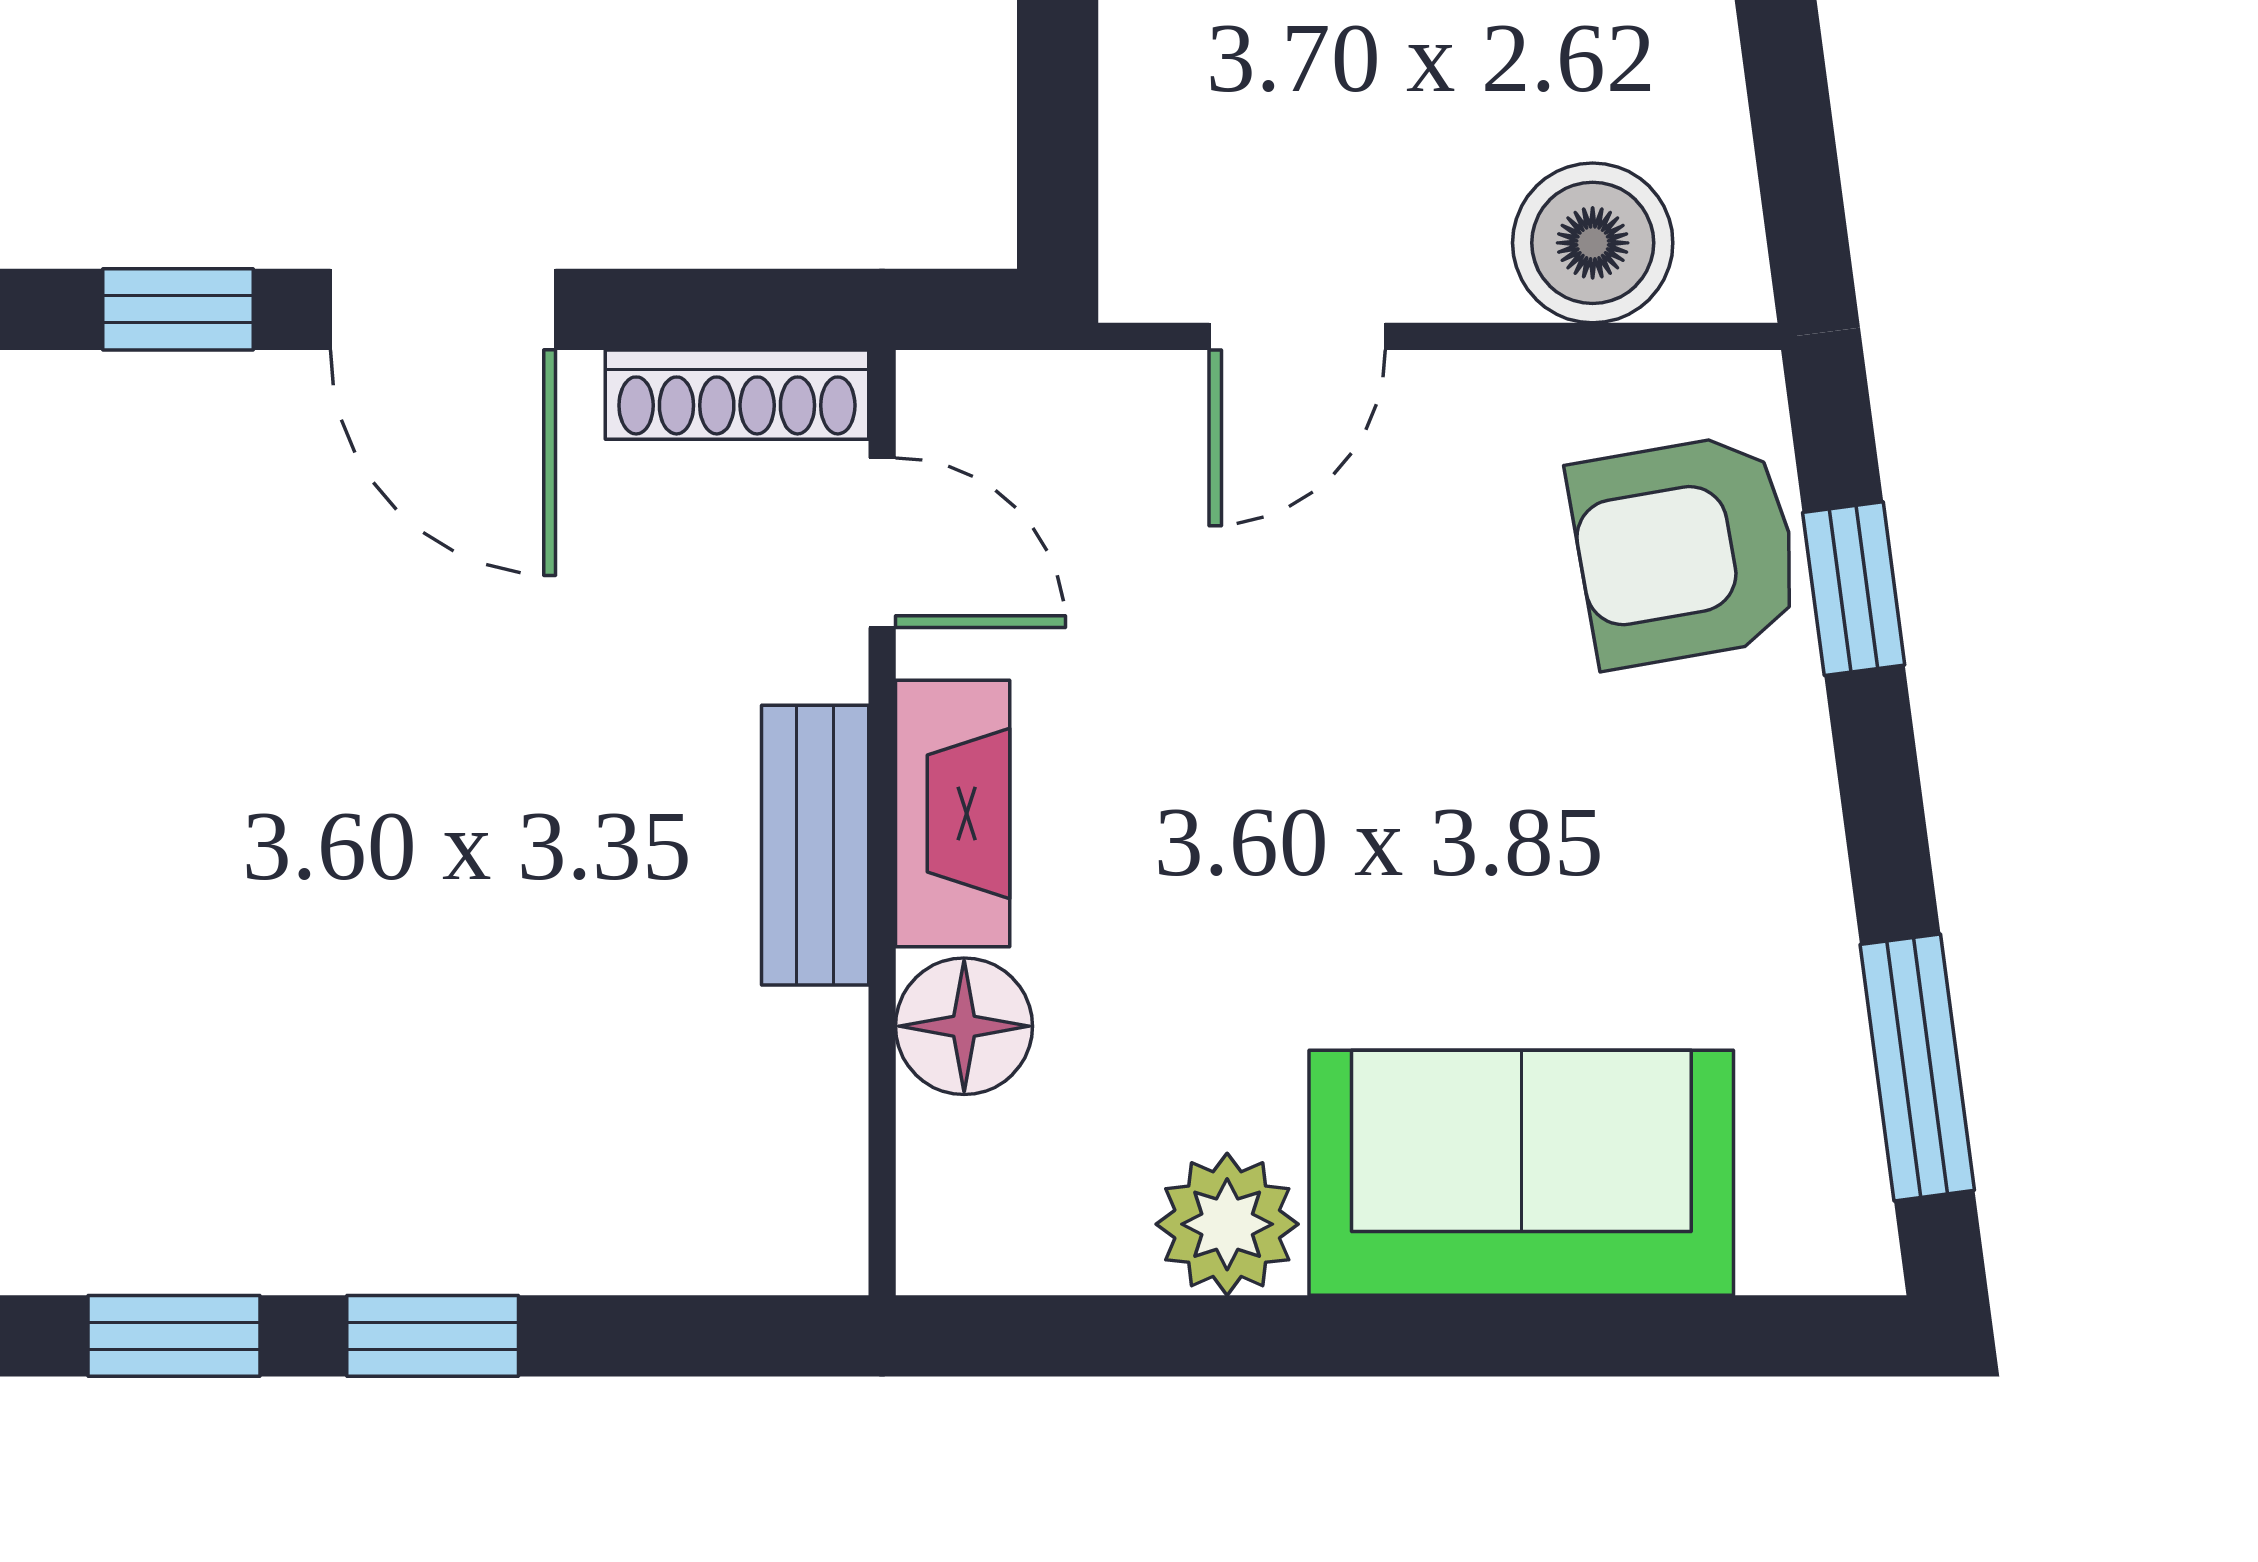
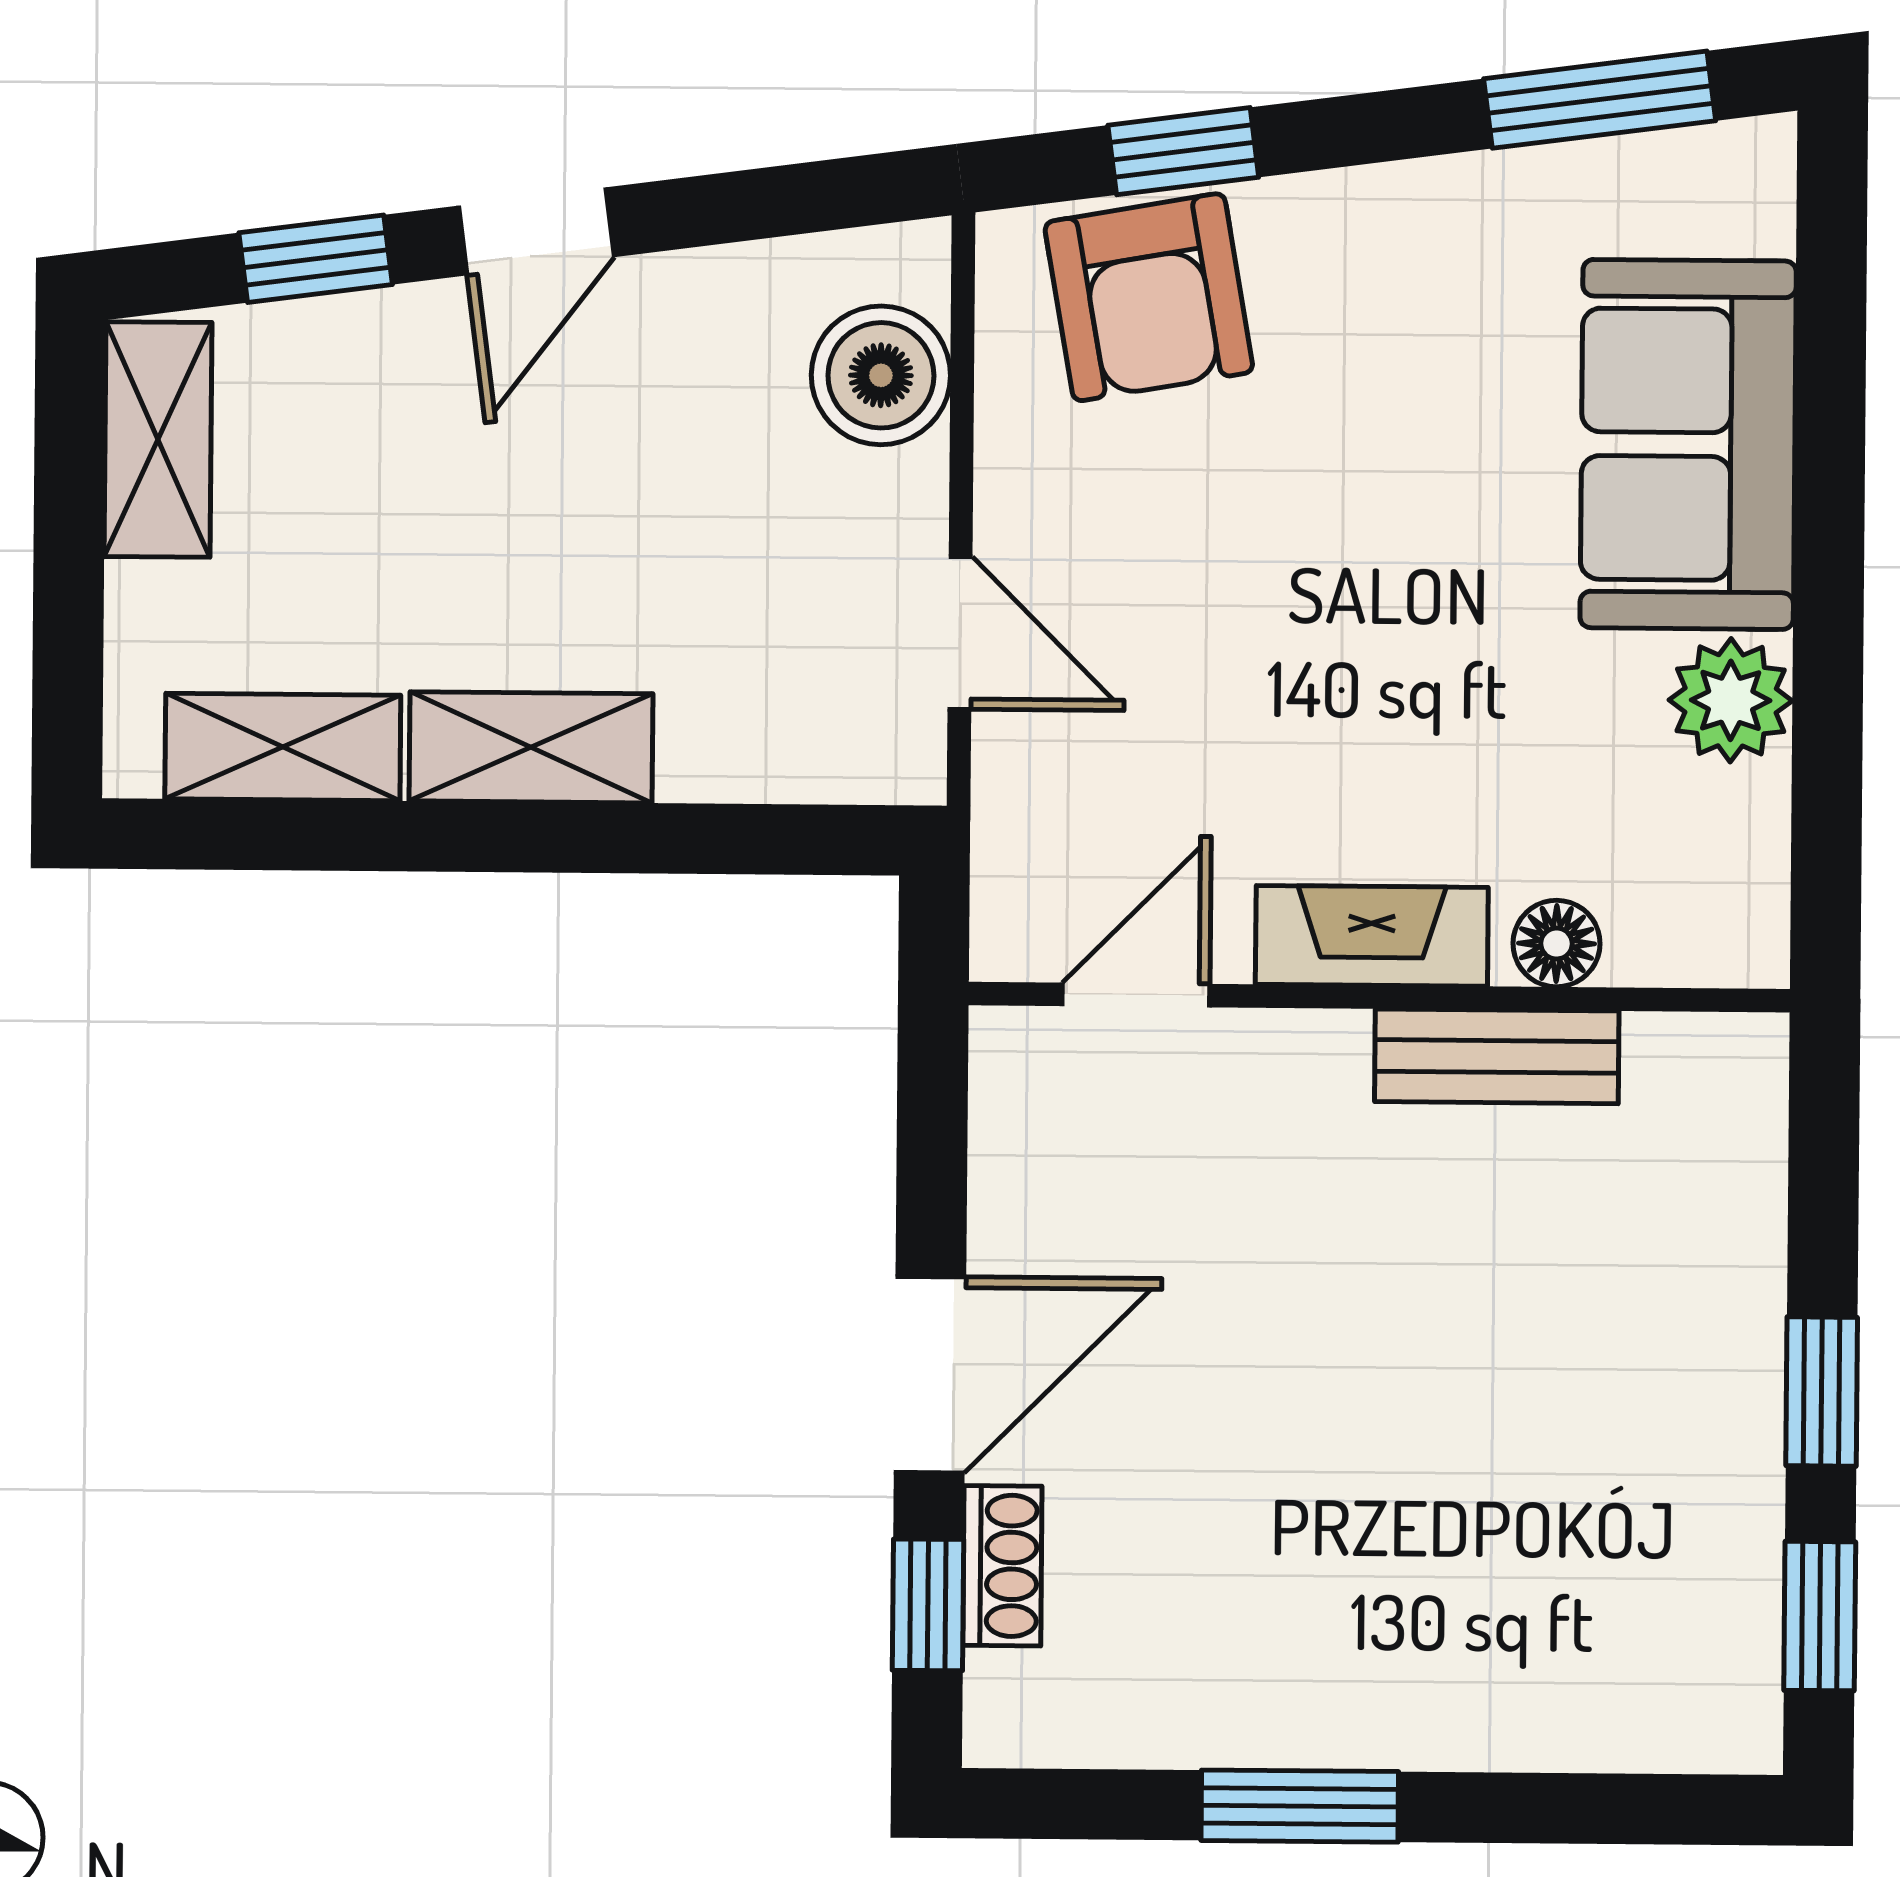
shoe rack: (737, 395) -> (1002, 1566), moved, width x0.70
bench: (815, 845) -> (1497, 1056), moved
floor lamp: (964, 1026) -> (1557, 944), width x0.73, depth x0.73

